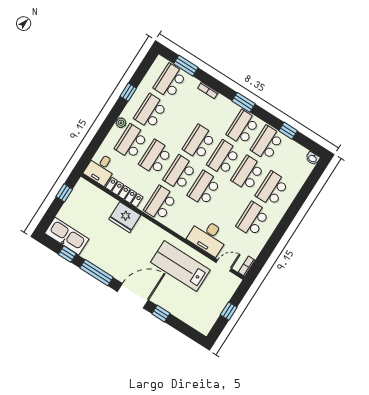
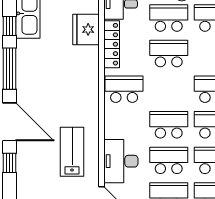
school desk: (180, 173) -> (169, 160), moved
fridge: (125, 217) -> (86, 29), moved
lab bench: (180, 266) -> (72, 152), width x0.73, depth x0.72

